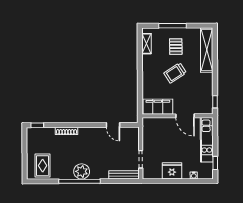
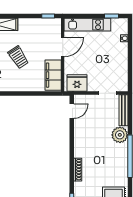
door: (113, 125) -> (72, 111), moved
plant: (82, 171) -> (120, 135), moved
fridge: (172, 171) -> (77, 83), moved, turned 90

